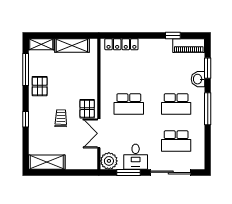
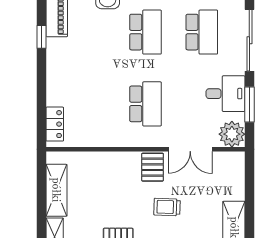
locker: (121, 44) -> (55, 124), width x0.66
pallet: (87, 109) -> (153, 167), turned 90

